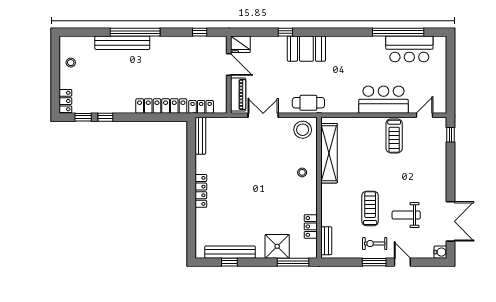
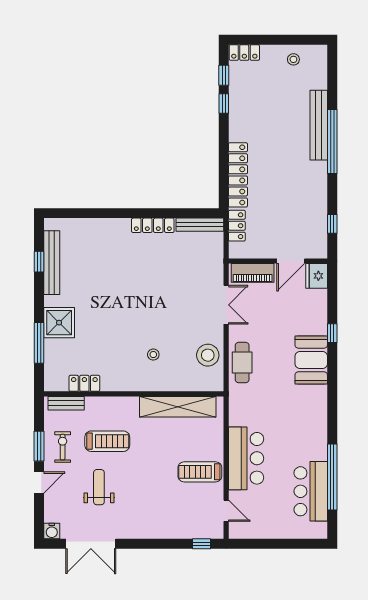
shelving: (329, 153) -> (178, 407), moved
wall: (319, 188) -> (134, 394), moved
locker: (201, 191) -> (153, 225), moved
locker: (311, 226) -> (84, 383), moved
bench: (326, 241) -> (66, 403), moved

